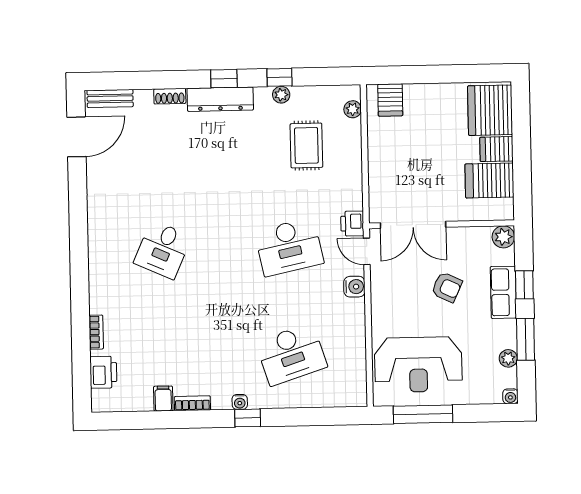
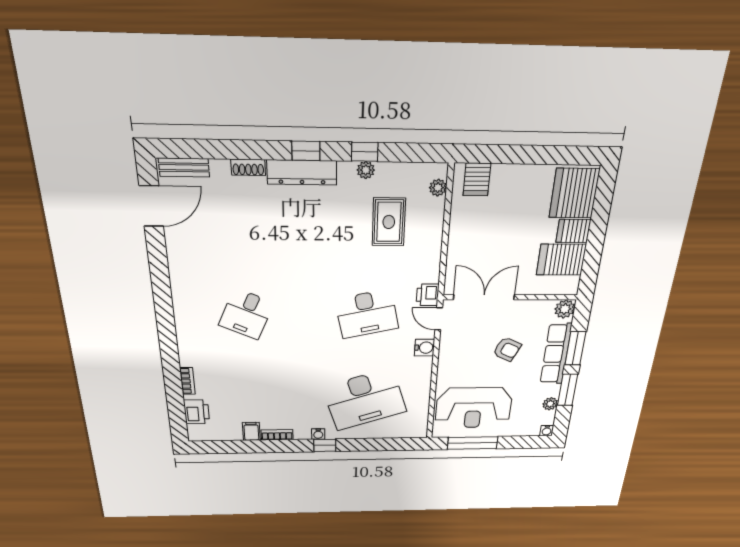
double door: (413, 225) -> (484, 297), swing flipped
window: (524, 285) -> (575, 348), width x1.50
row of seats: (503, 292) -> (556, 354), width x1.48
desk: (291, 354) -> (364, 399), width x1.36, depth x1.30

